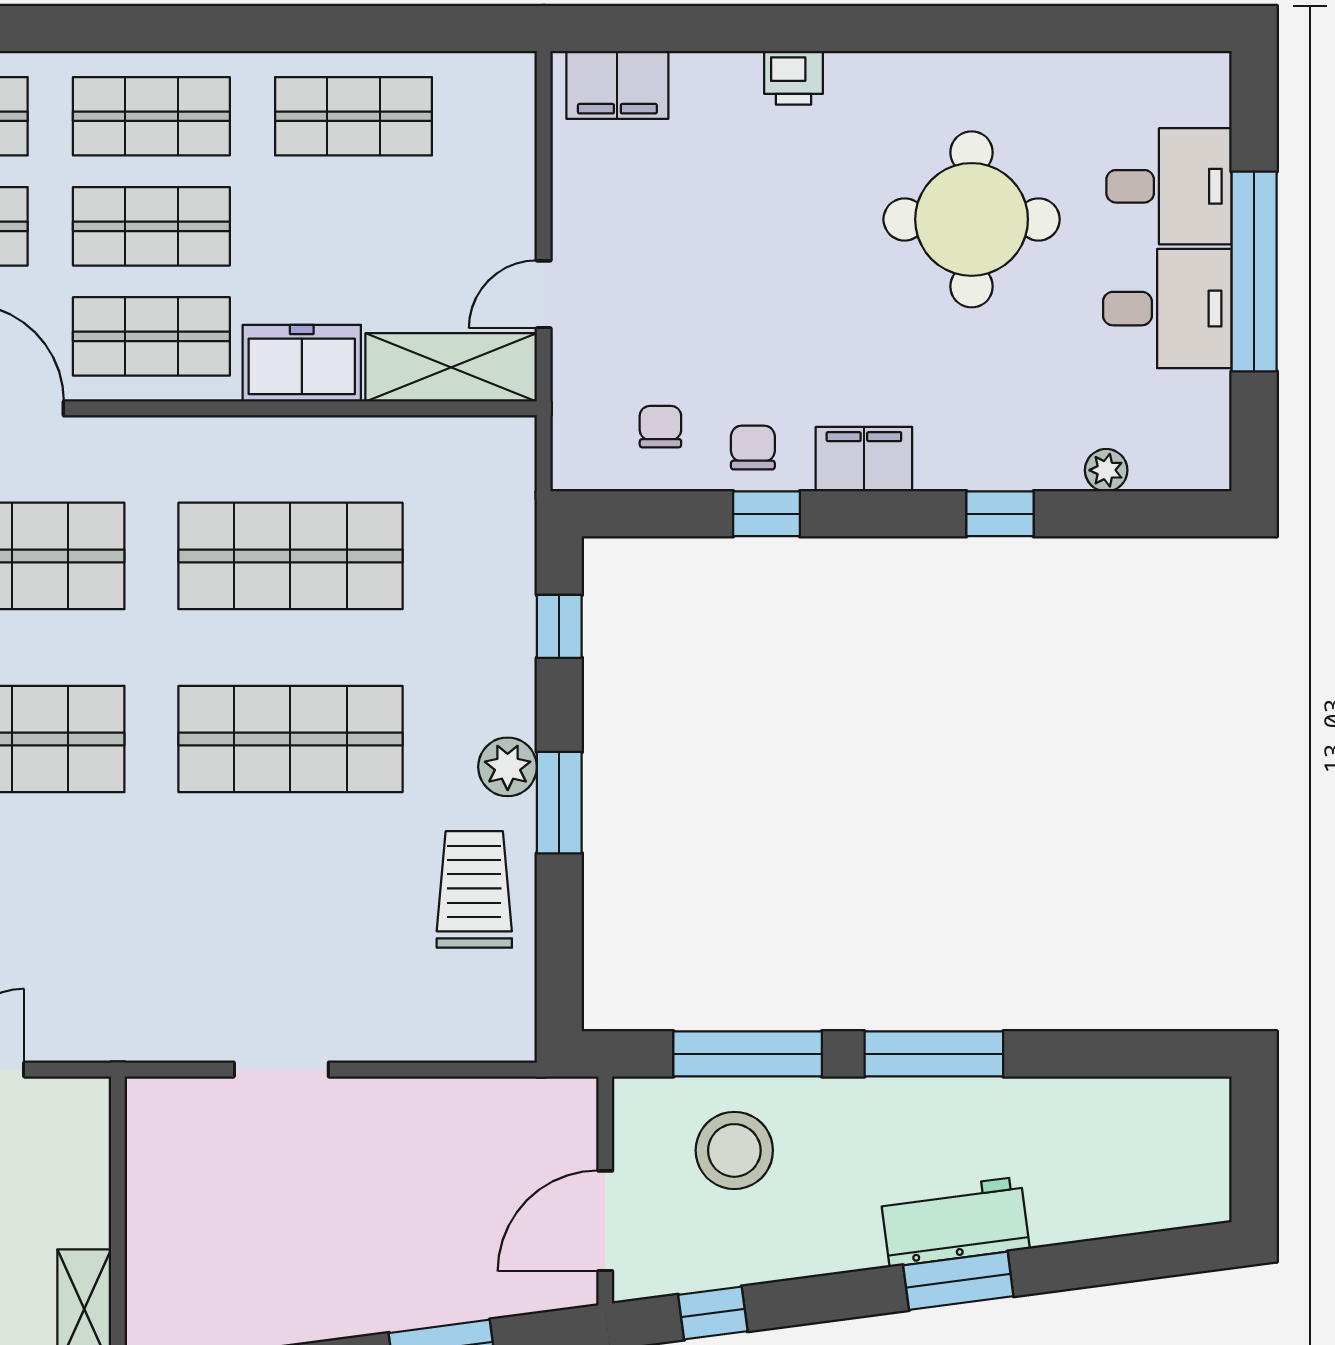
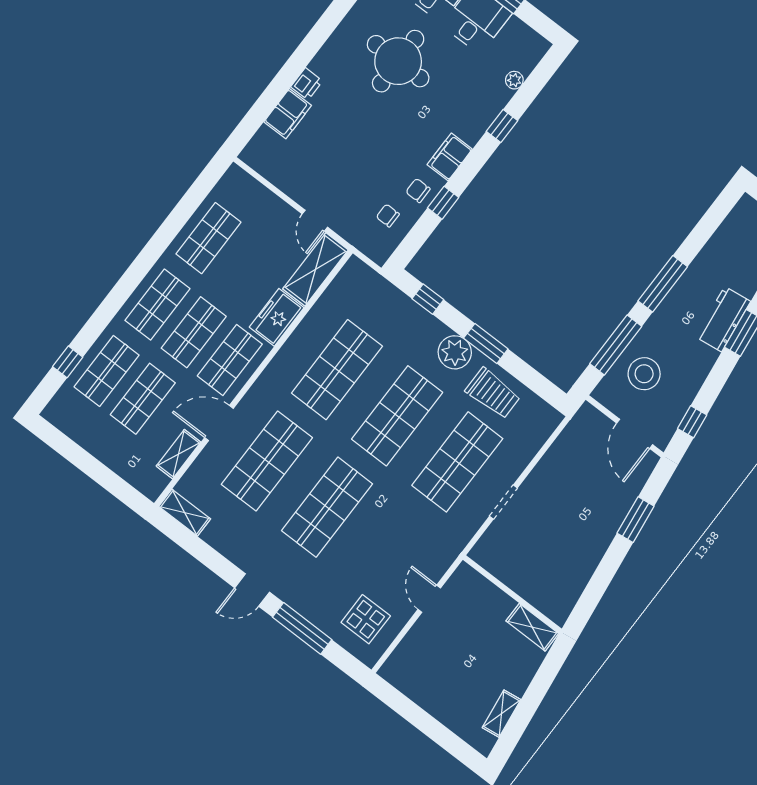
filing cabinet: (617, 85) -> (288, 114), moved
plant: (508, 767) -> (455, 352), width x1.36, depth x1.36
trolley: (474, 889) -> (493, 393), turned 180
shop shelf: (290, 922) -> (457, 462), added

